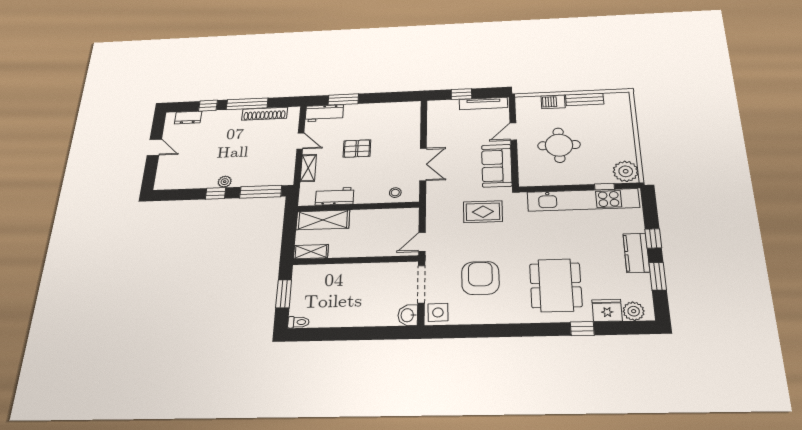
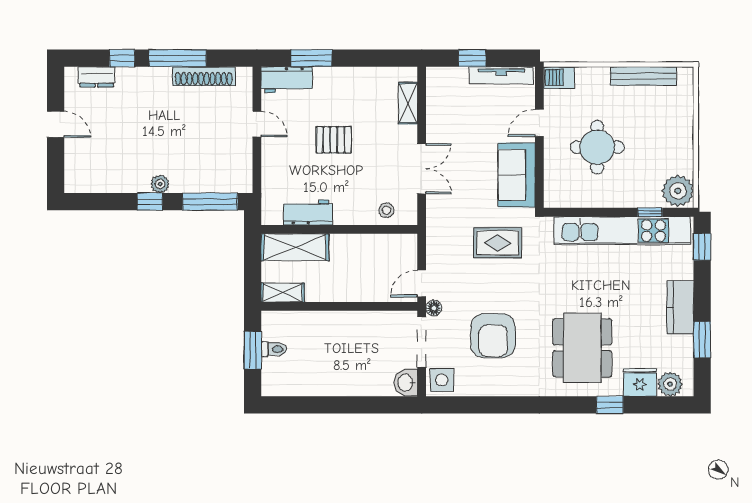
bench: (585, 99) -> (643, 76), width x1.36
barbecue: (553, 102) -> (559, 78), moved
shelving: (308, 168) -> (408, 103), moved
window: (653, 238) -> (702, 247), moved
floor lamp: (432, 259) -> (434, 308), added
armchair: (480, 278) -> (493, 336), turned 180
toilet: (298, 322) -> (274, 349), moved

